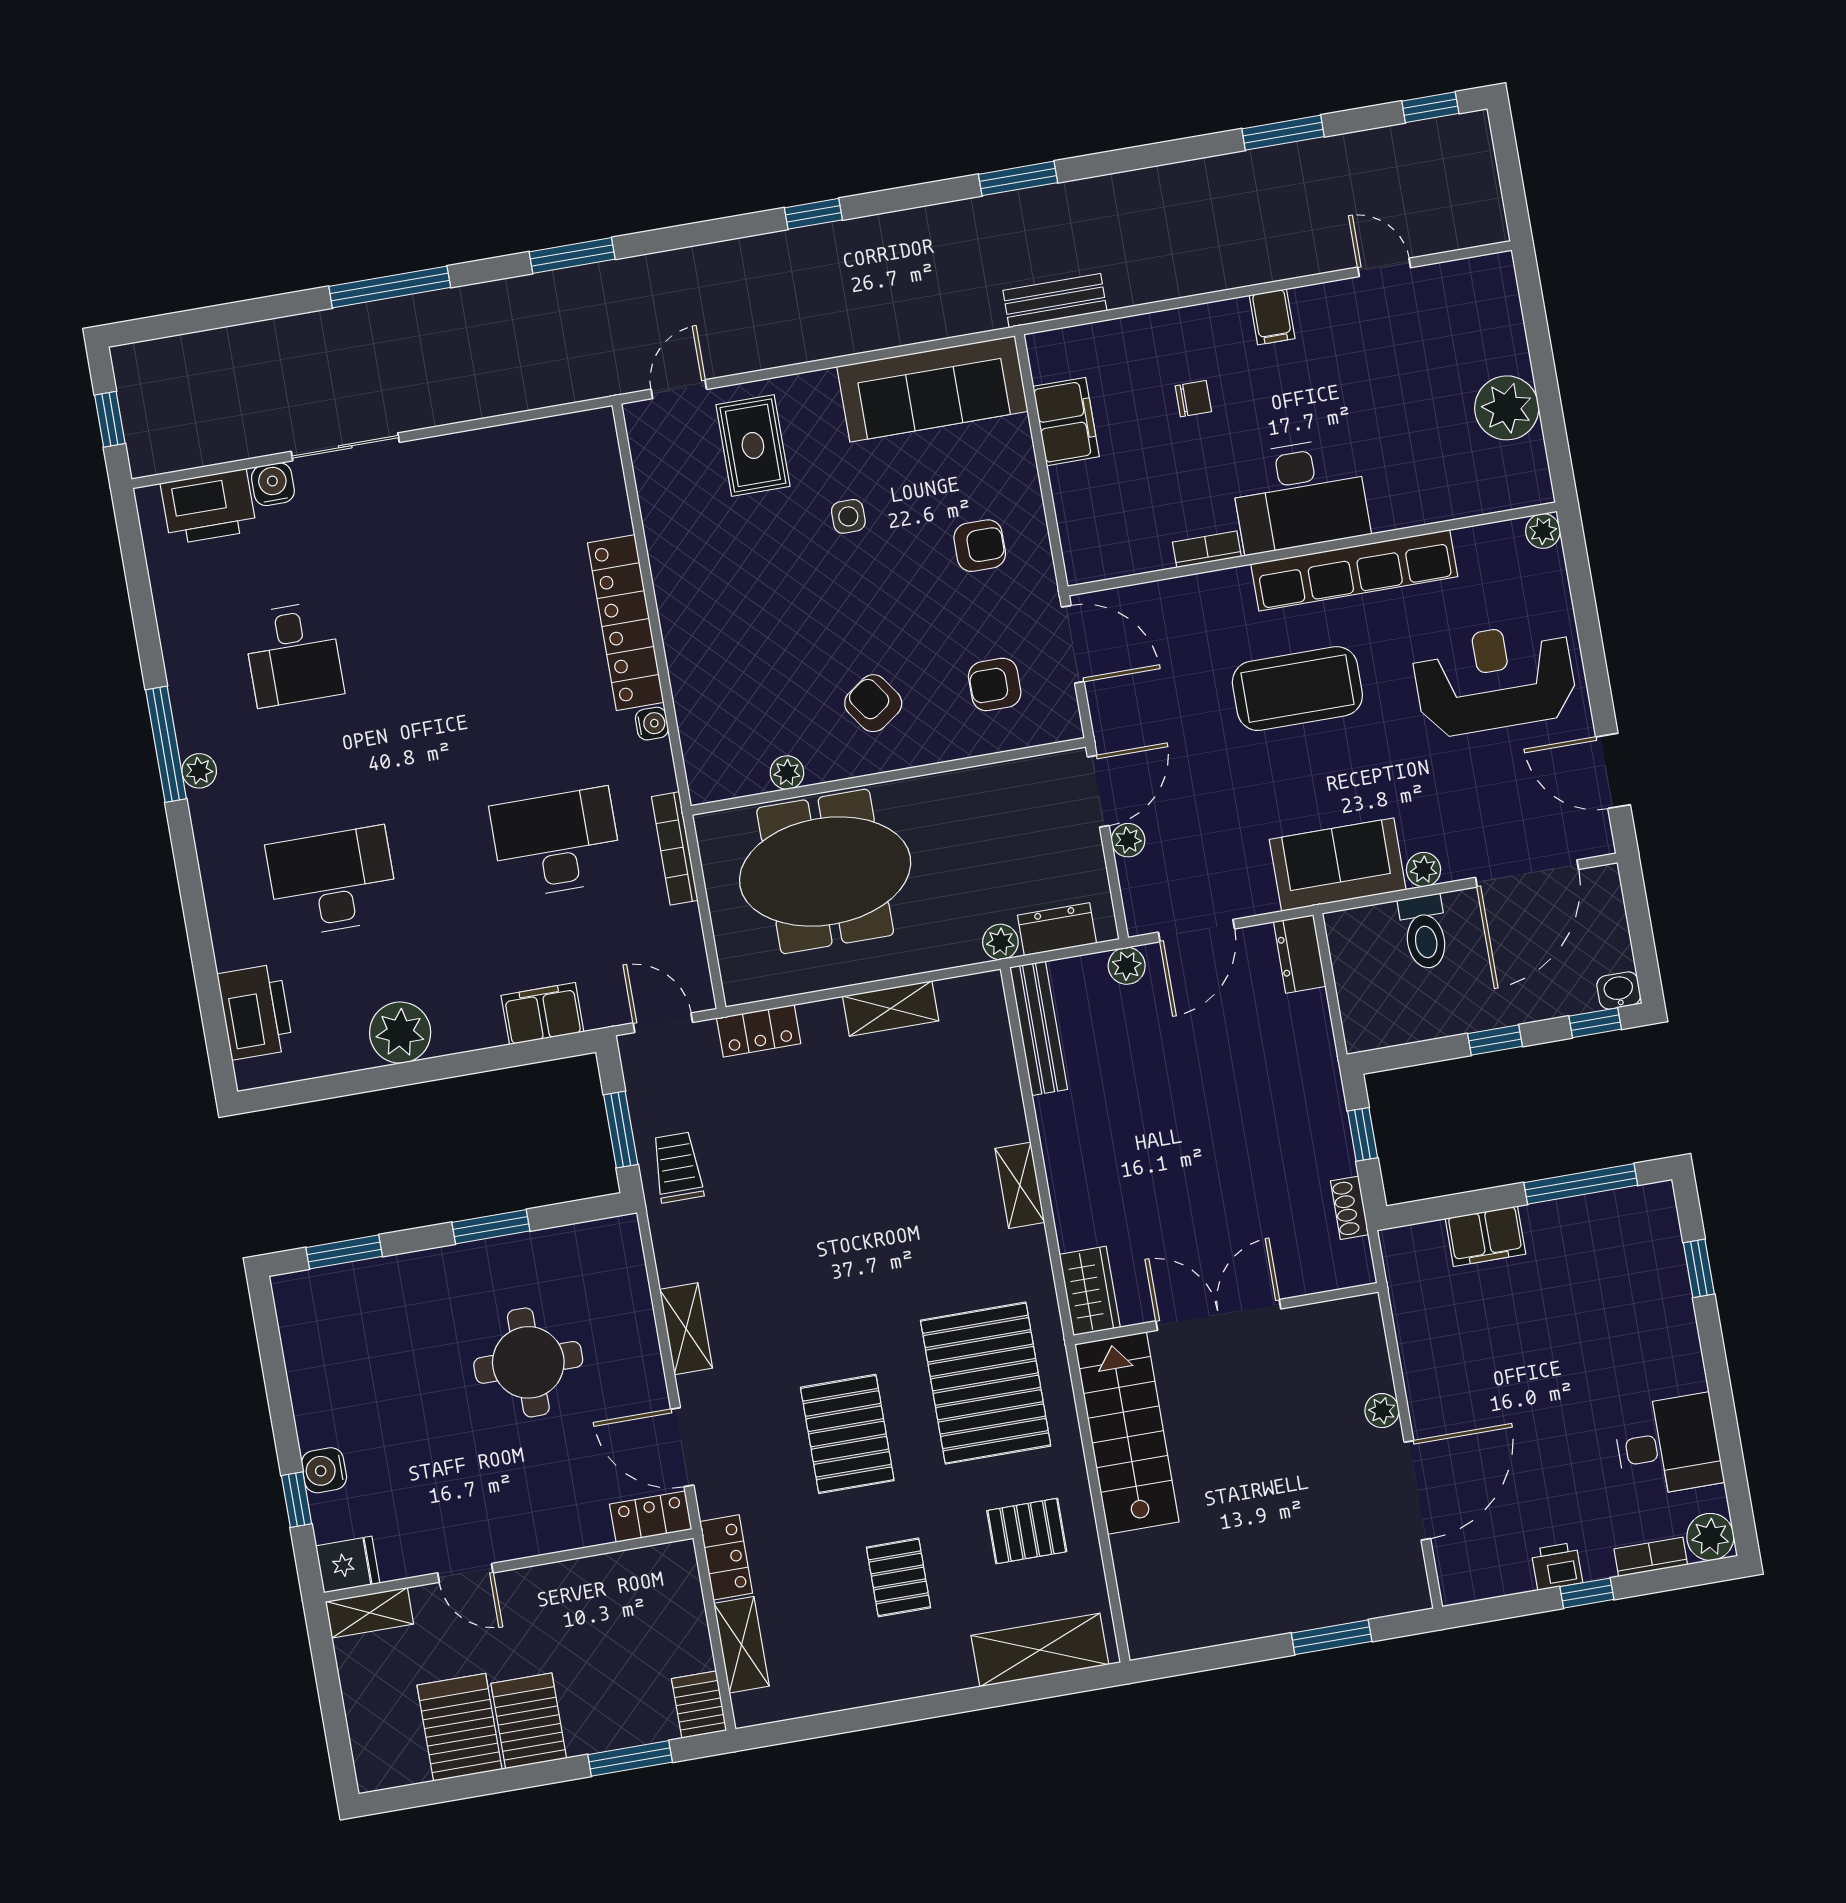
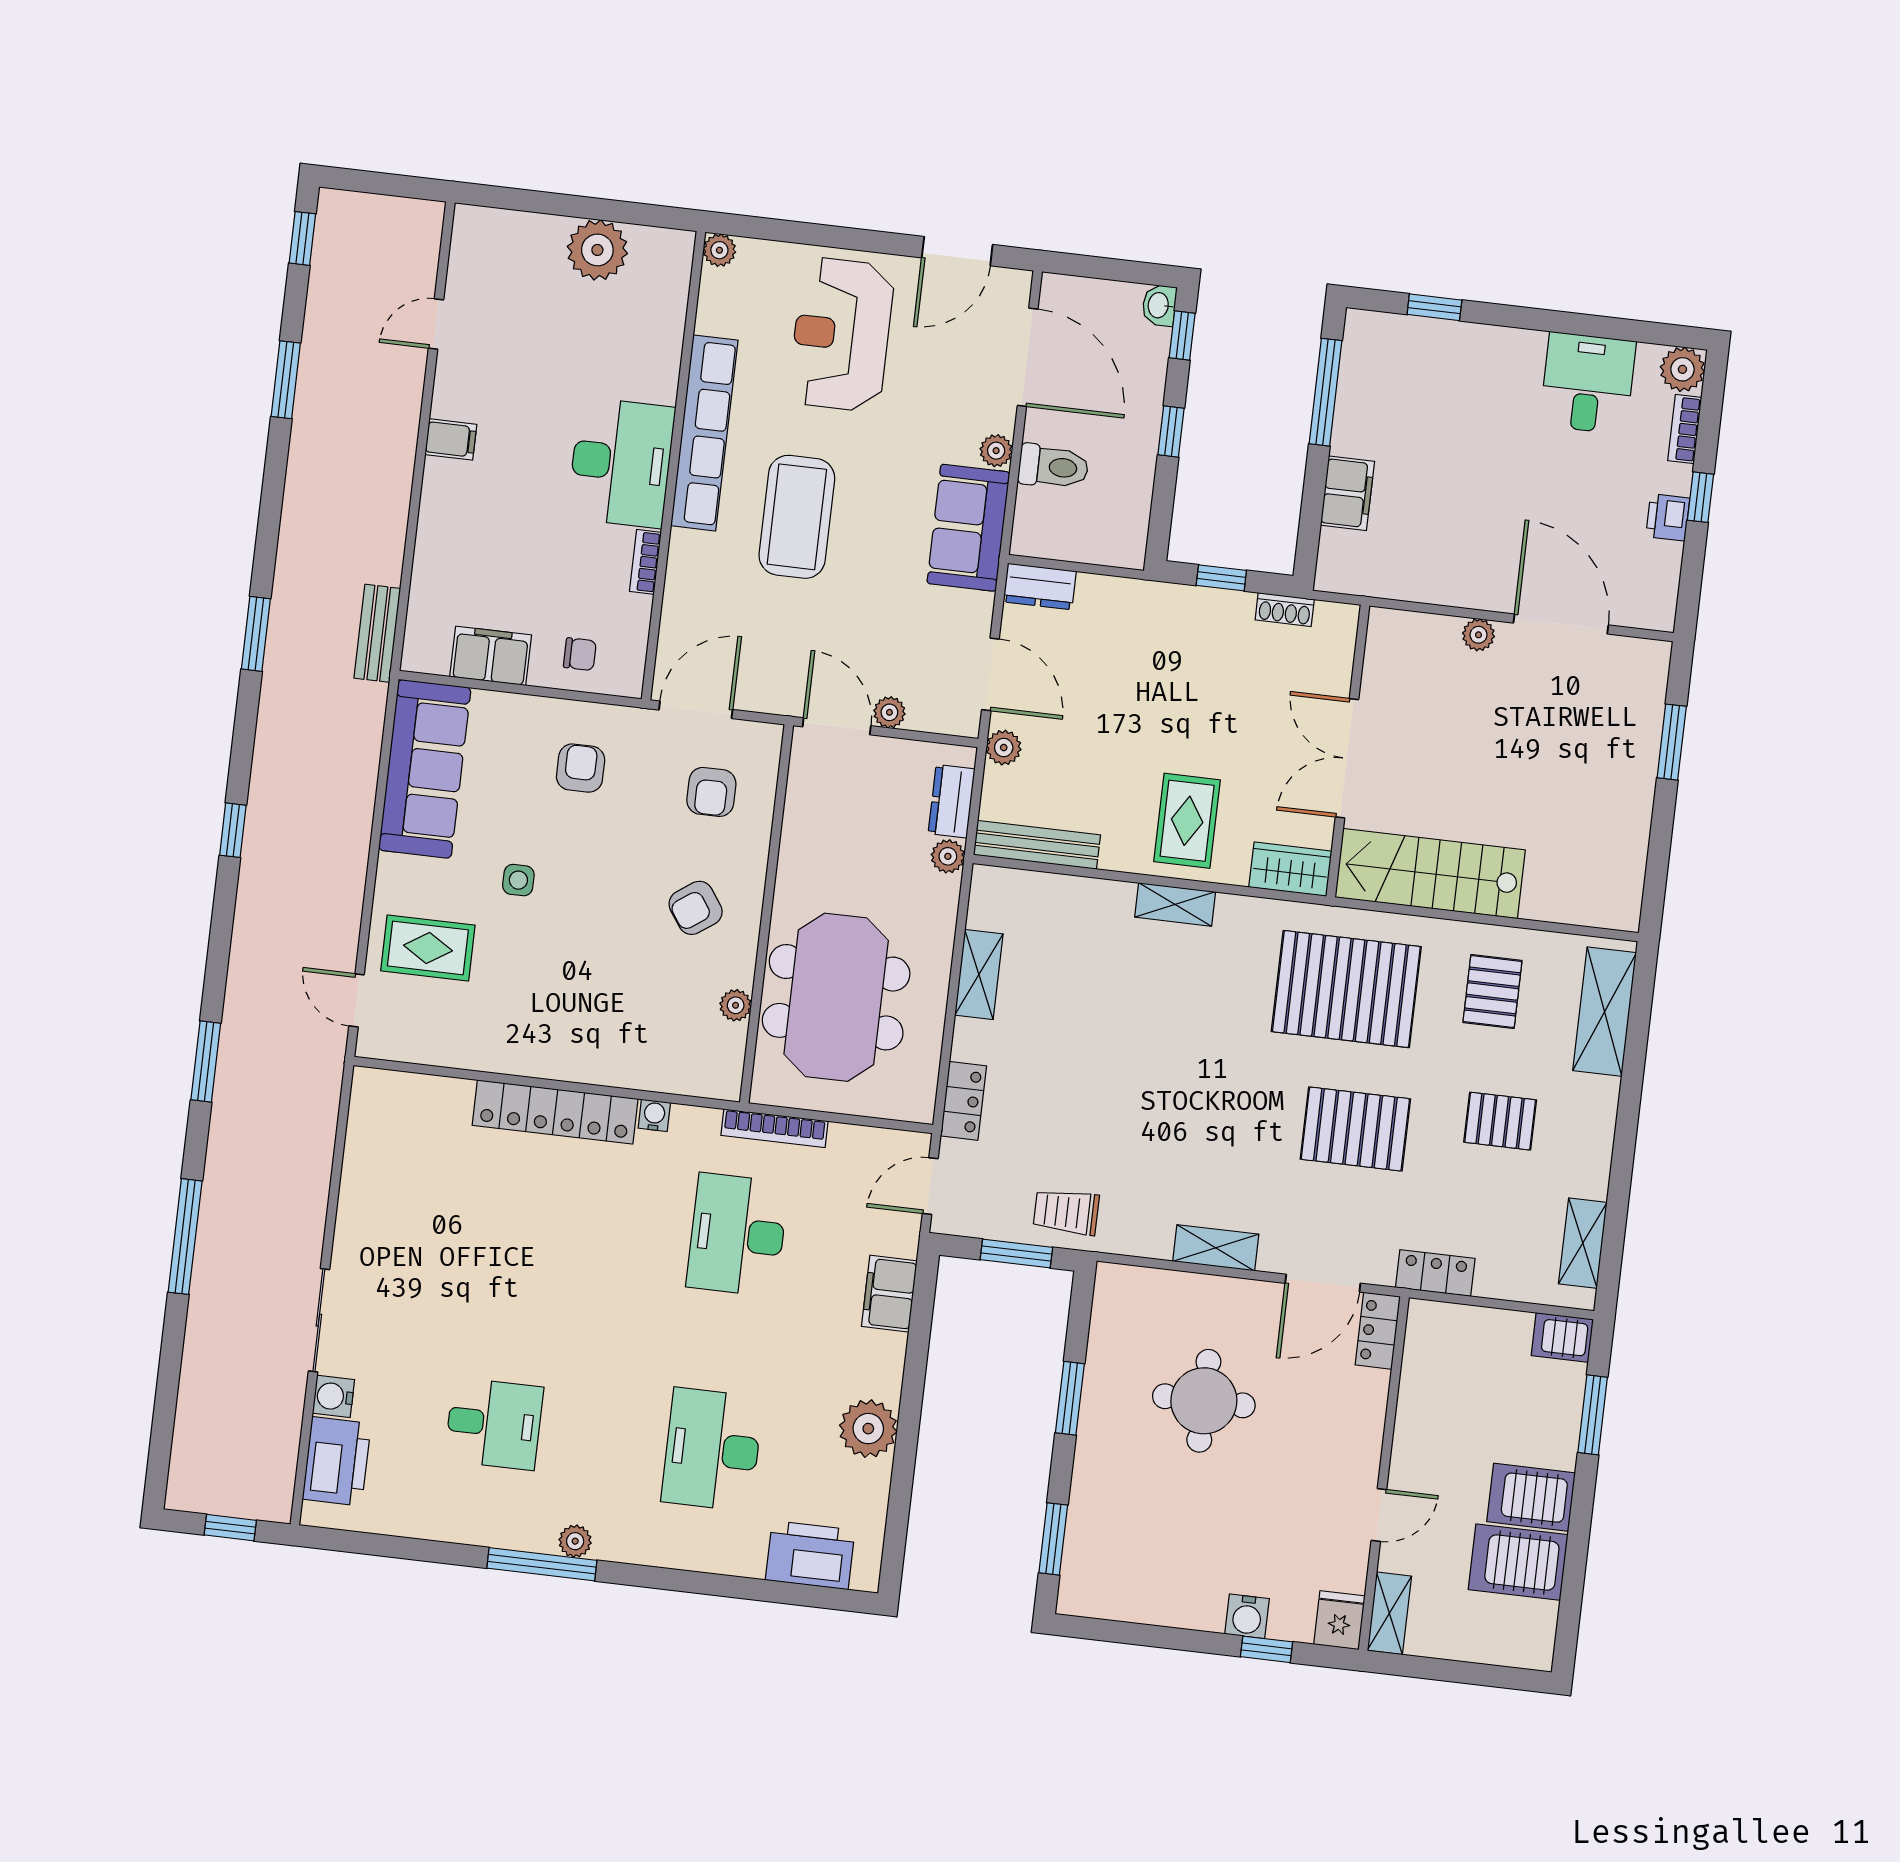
chair: (1193, 399) -> (580, 654), moved, turned 90
rug: (1108, 1172) -> (1187, 821), added
shelving: (742, 1645) -> (1583, 1243), moved, turned 90

